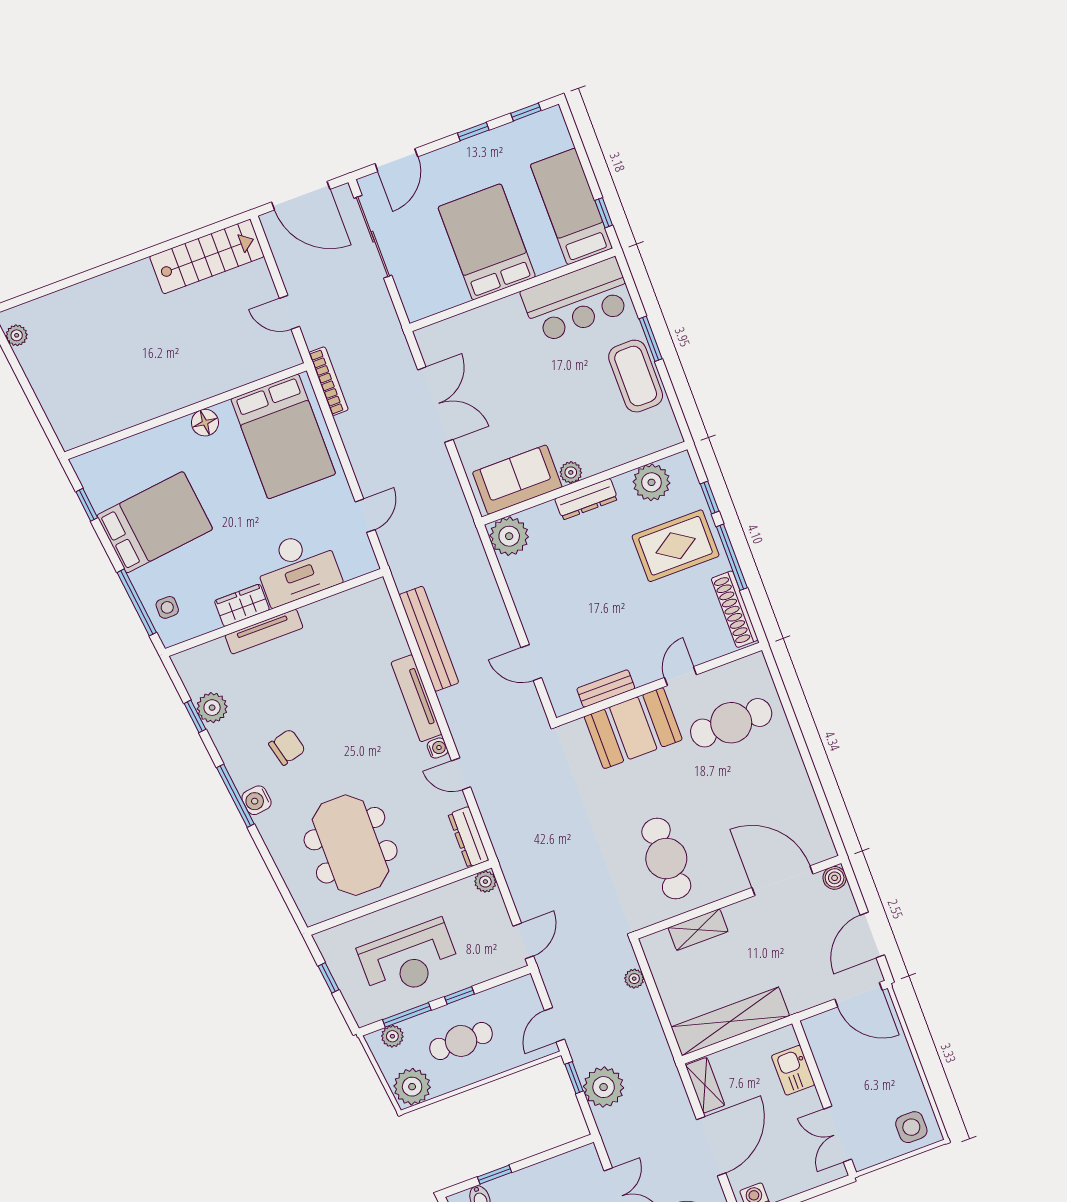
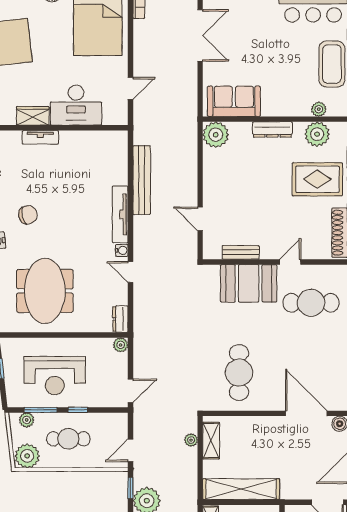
plant: (571, 472) -> (319, 109), moved
tv unit: (264, 632) -> (40, 137), width x0.71
dresser: (468, 837) -> (120, 319), width x0.70
shelving: (698, 930) -> (211, 441), moved, turned 90

